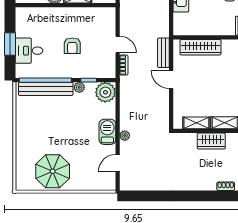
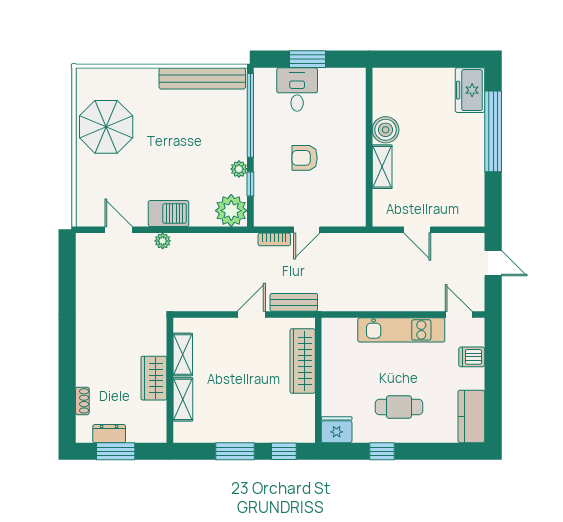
bench: (46, 89) -> (202, 78), moved, turned 90

